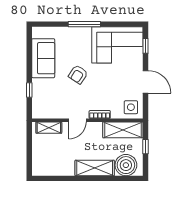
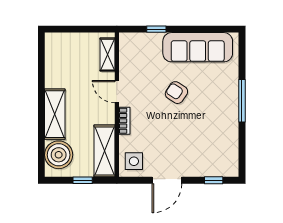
corner sofa: (117, 45) -> (215, 144), removed
sofa: (43, 58) -> (198, 47), width x1.36

